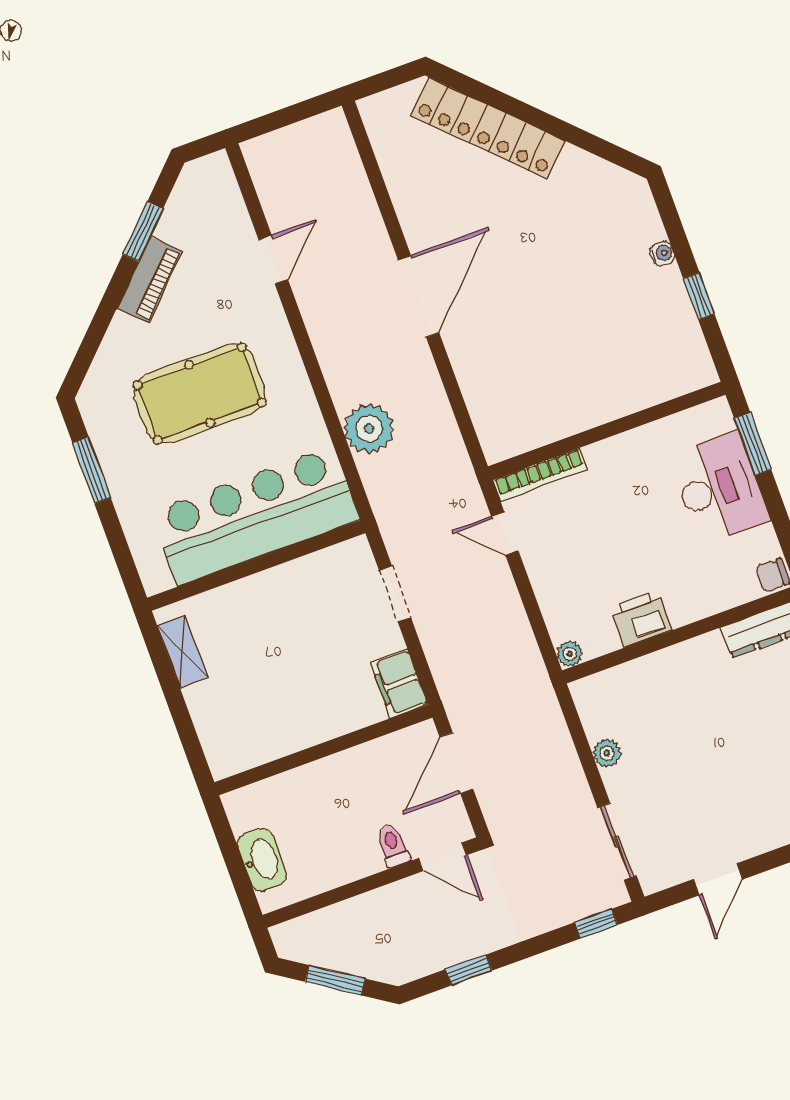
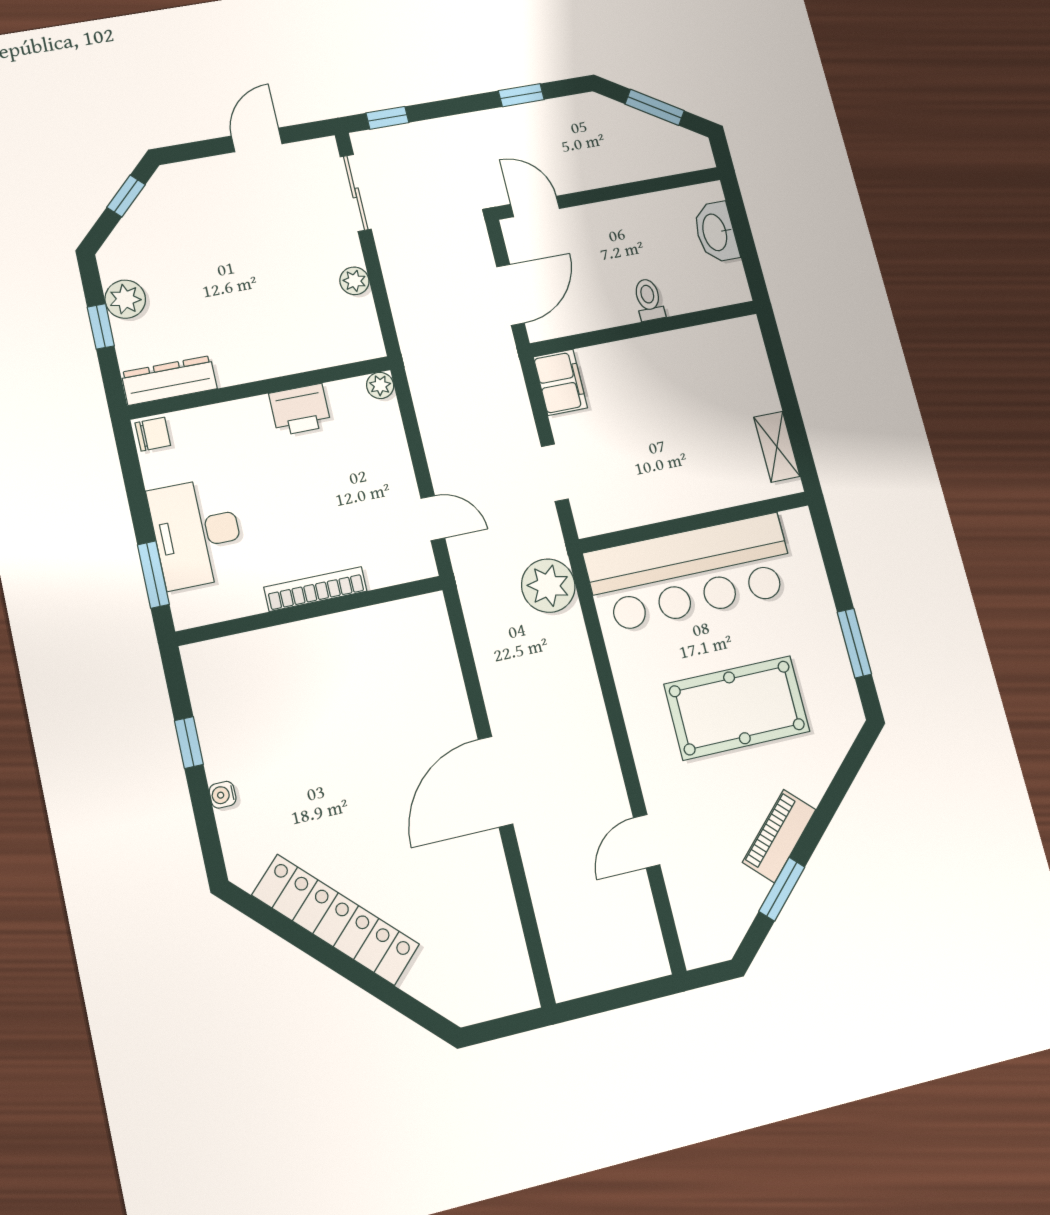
locker: (488, 128) -> (336, 920), moved
plant: (369, 429) -> (548, 586), moved
bookcase: (540, 475) -> (316, 589), moved
toilet: (393, 846) -> (649, 300), moved, turned 180

